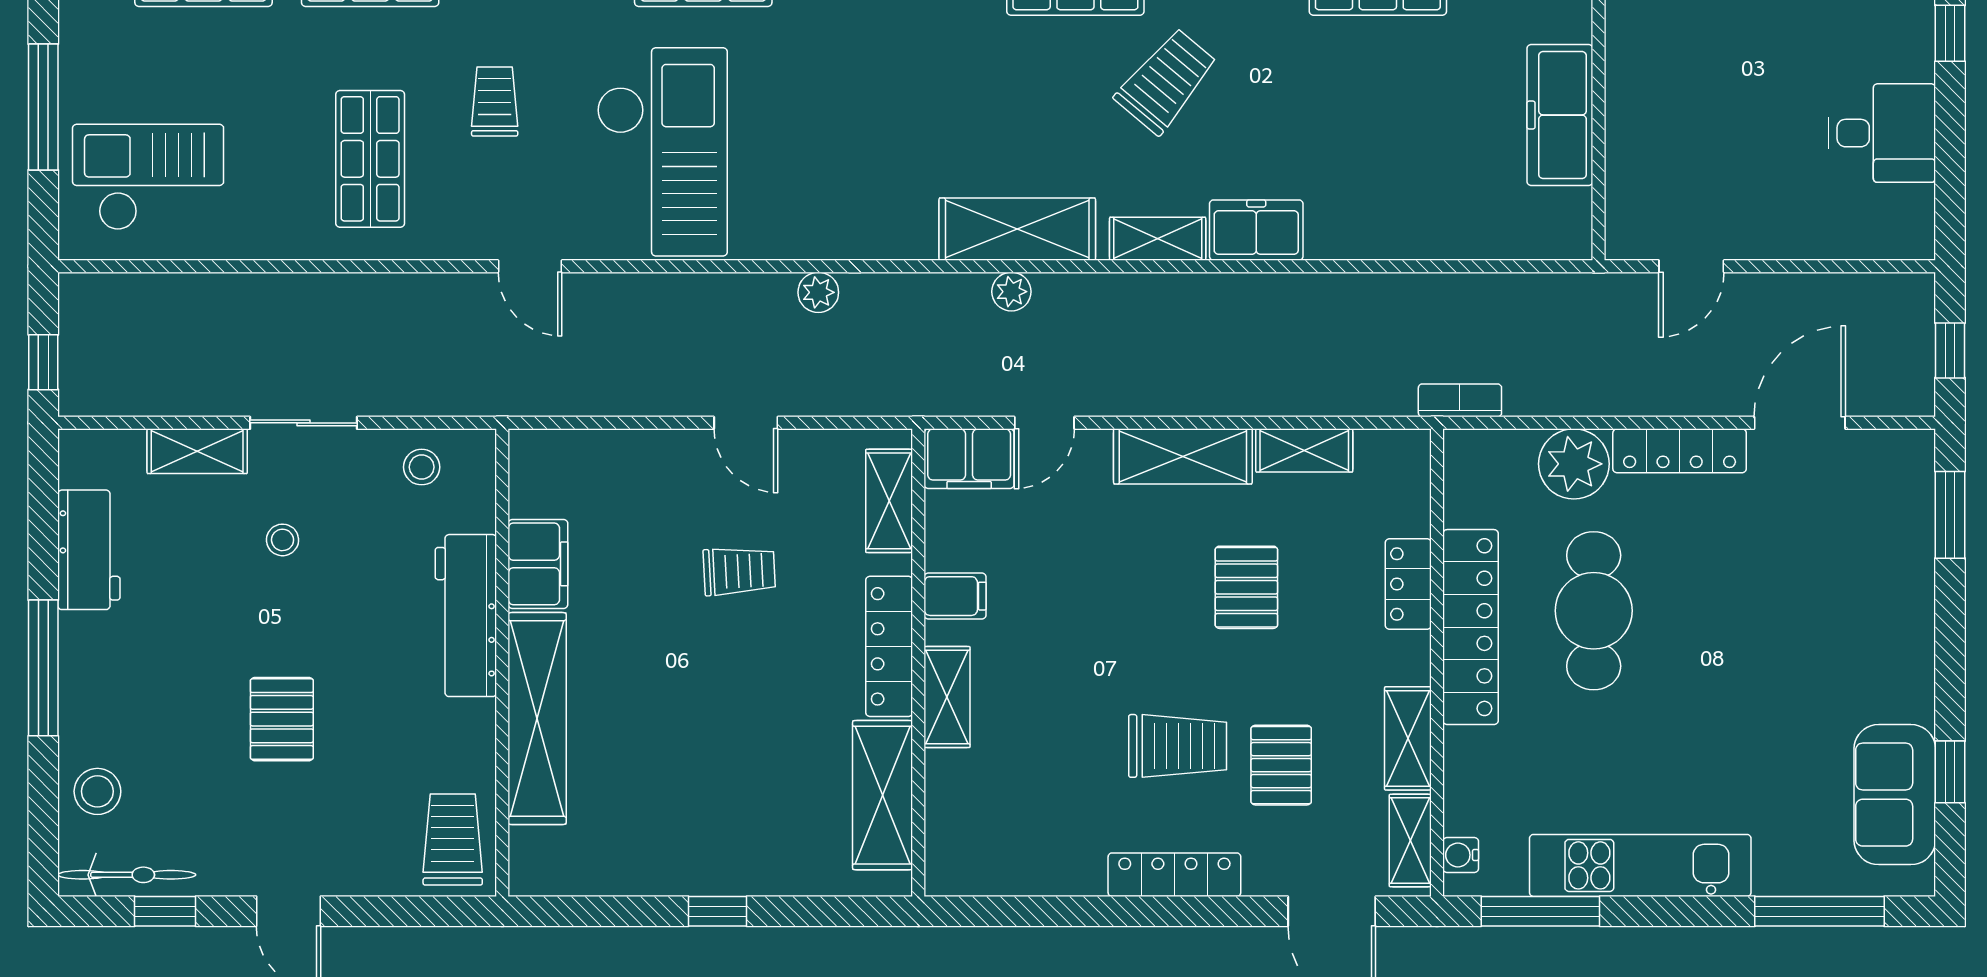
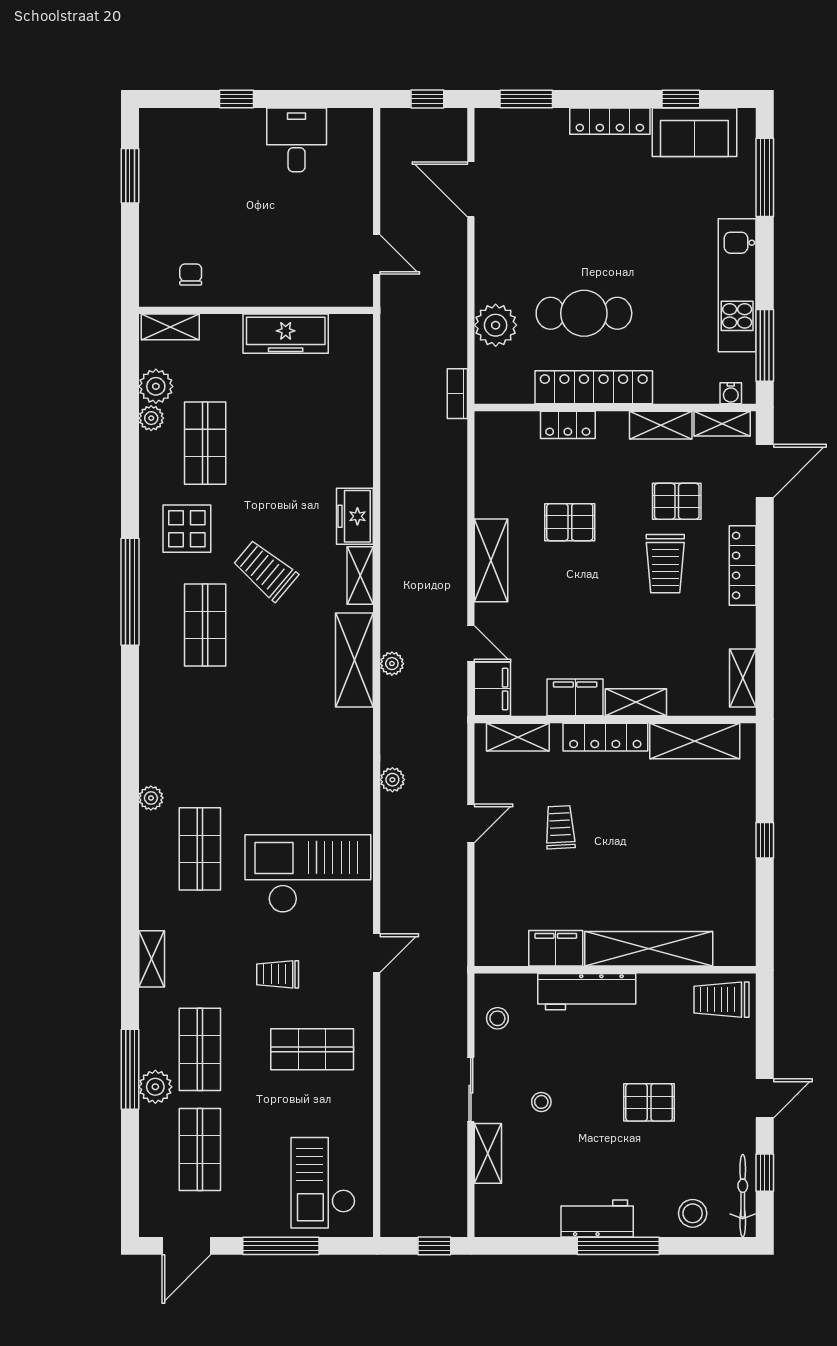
shelving: (1304, 450) -> (743, 678), moved
locker: (1680, 451) -> (610, 121), moved, turned 90
workbench: (89, 550) -> (597, 1218), moved
filing cabinet: (955, 596) -> (575, 697), width x2.00
trolley: (1178, 746) -> (665, 564), turned 180

